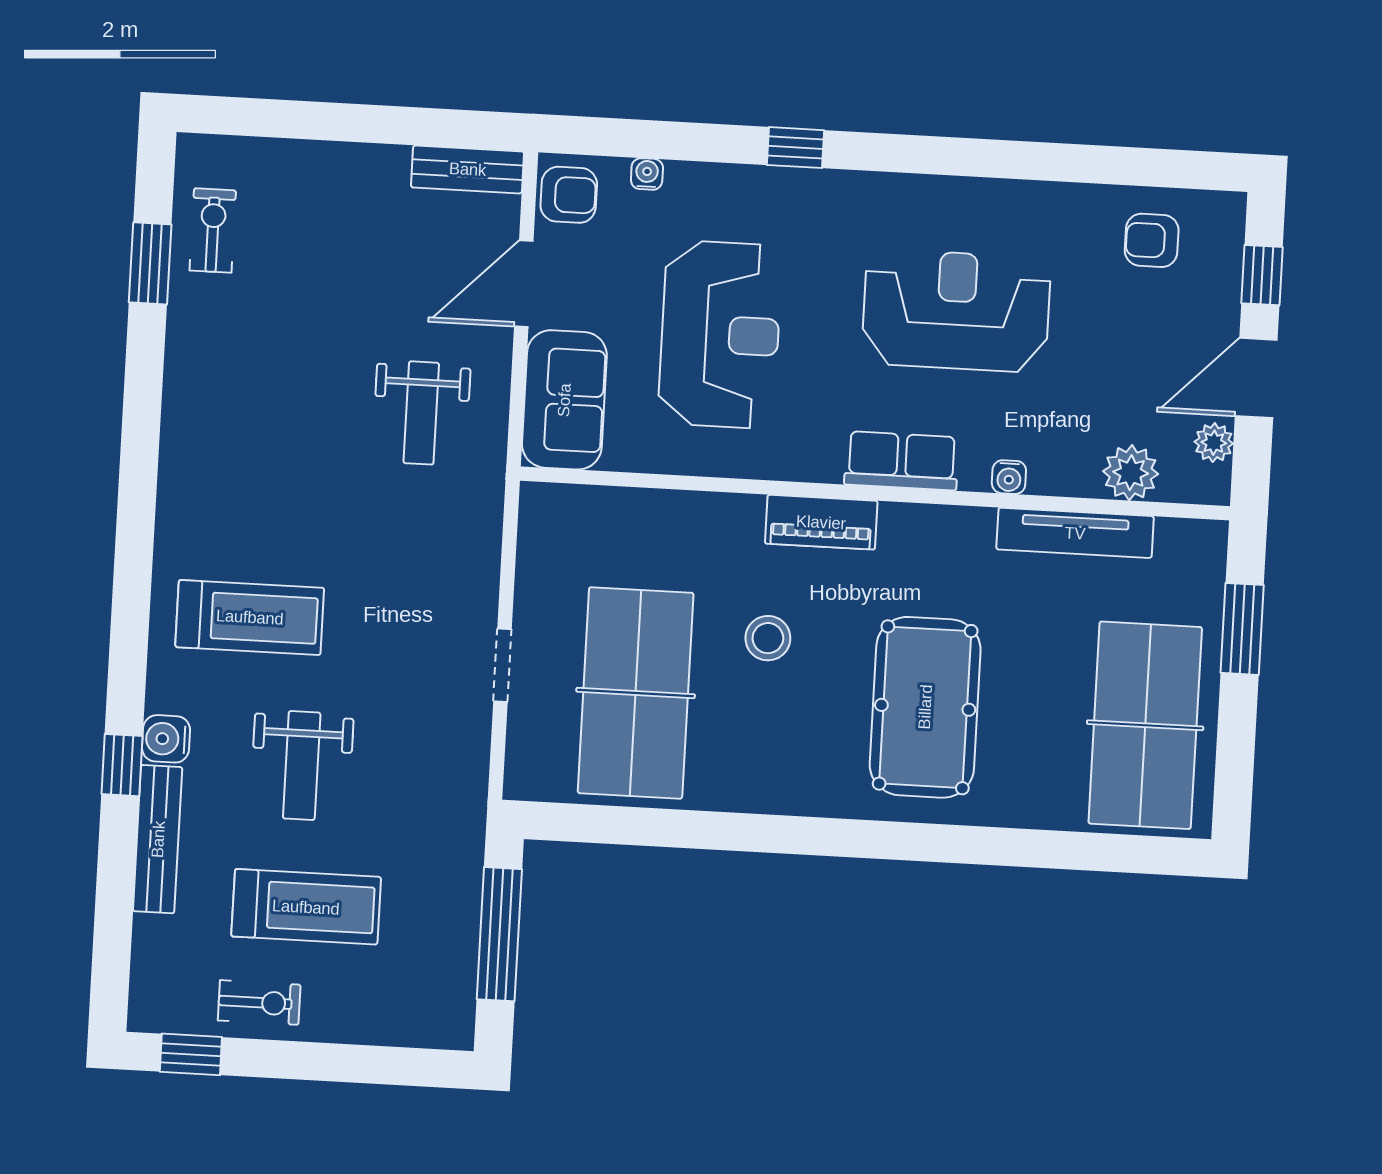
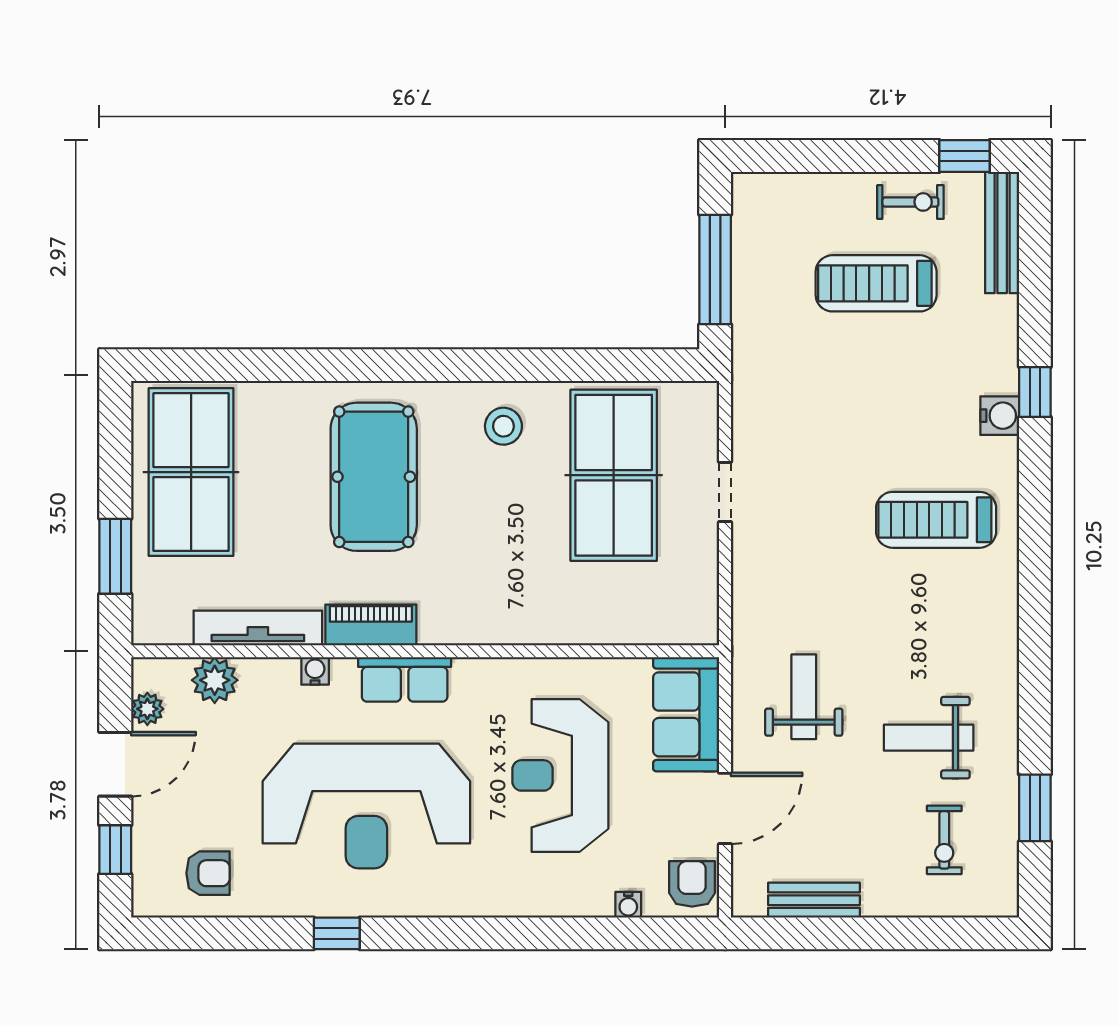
window: (795, 148) -> (337, 933), moved
bench: (468, 169) -> (814, 900), moved
armchair: (569, 195) -> (692, 884), turned 90
exercise bike: (213, 230) -> (944, 840), moved
reception desk: (956, 311) -> (366, 806), width x1.36, depth x1.30
piano: (821, 522) -> (371, 625), moved
stool: (768, 638) -> (503, 426), moved
weight bench: (302, 766) -> (929, 738), moved, turned -90
bench: (158, 839) -> (1002, 232), moved
exercise bike: (259, 1003) -> (910, 202), turned 180

